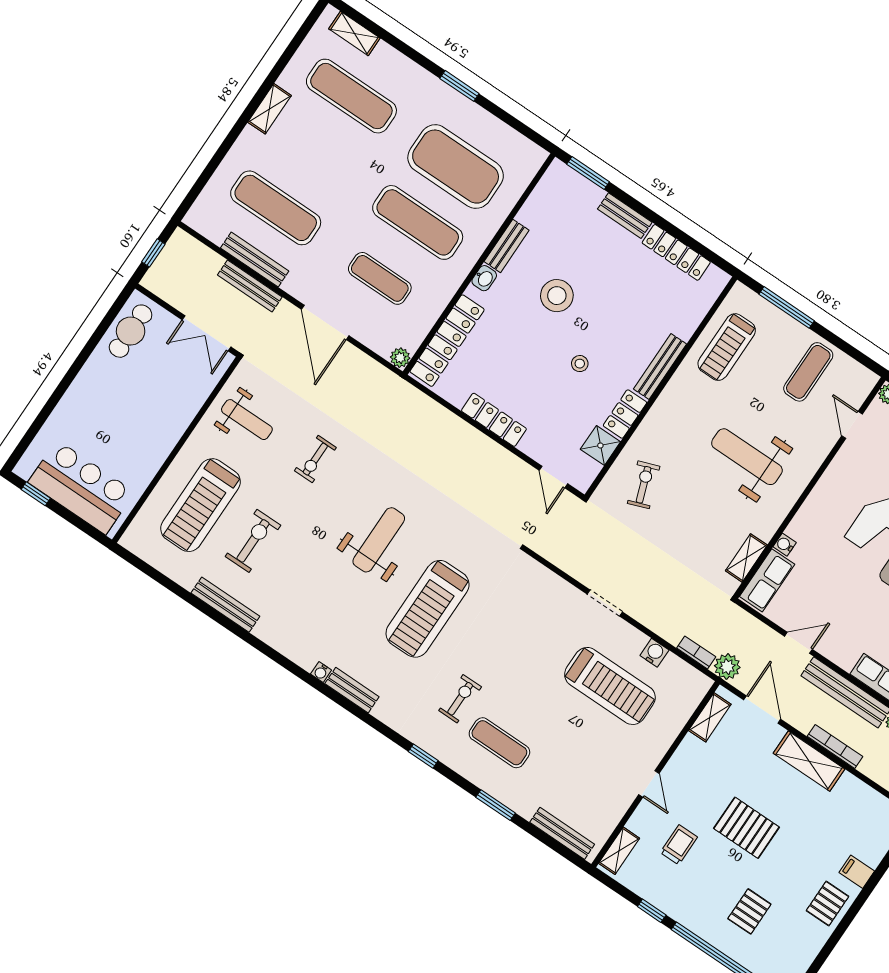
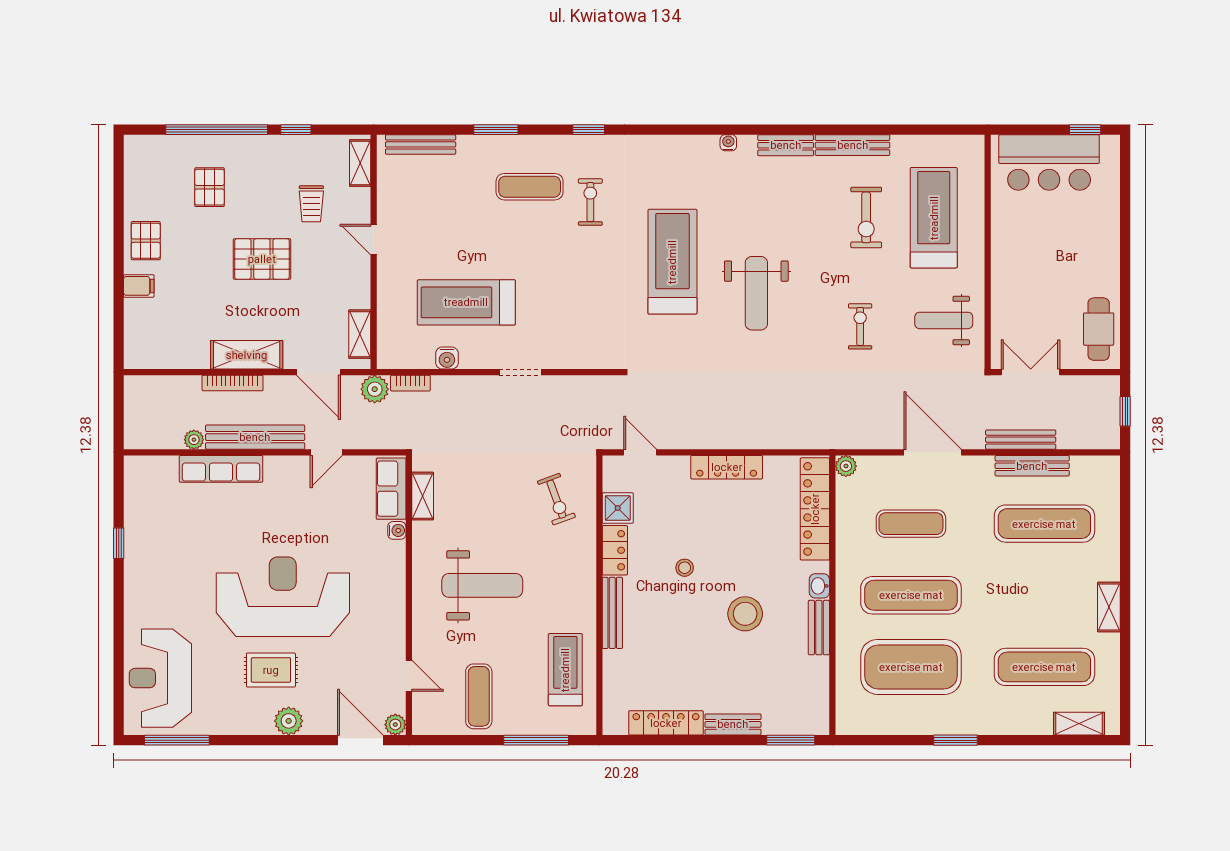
bench: (352, 690) -> (786, 145), moved
exercise bike: (460, 699) -> (590, 202), turned 180

